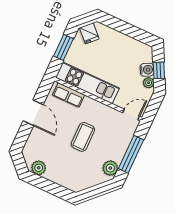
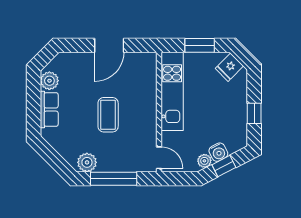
window: (131, 31) -> (254, 113), added
row of seats: (69, 95) -> (49, 110), moved, turned 180
coffee table: (83, 137) -> (108, 115), turned 90

